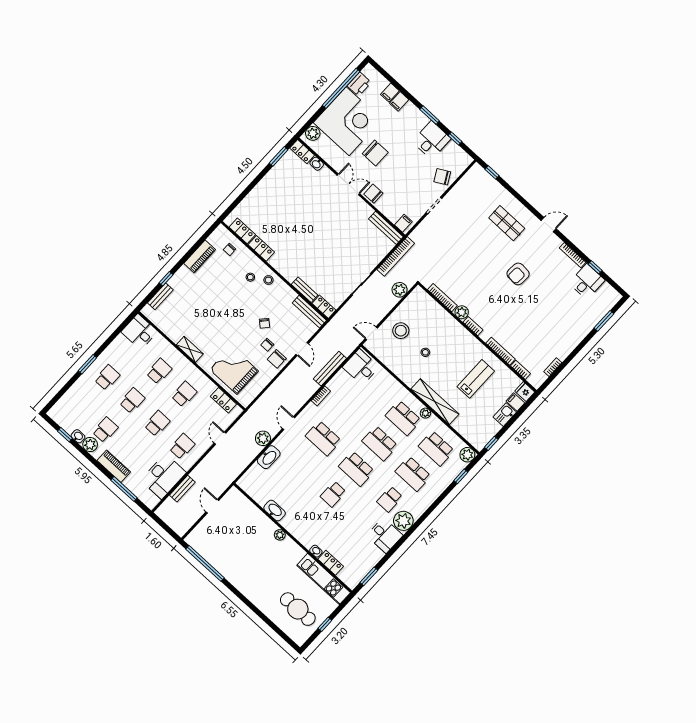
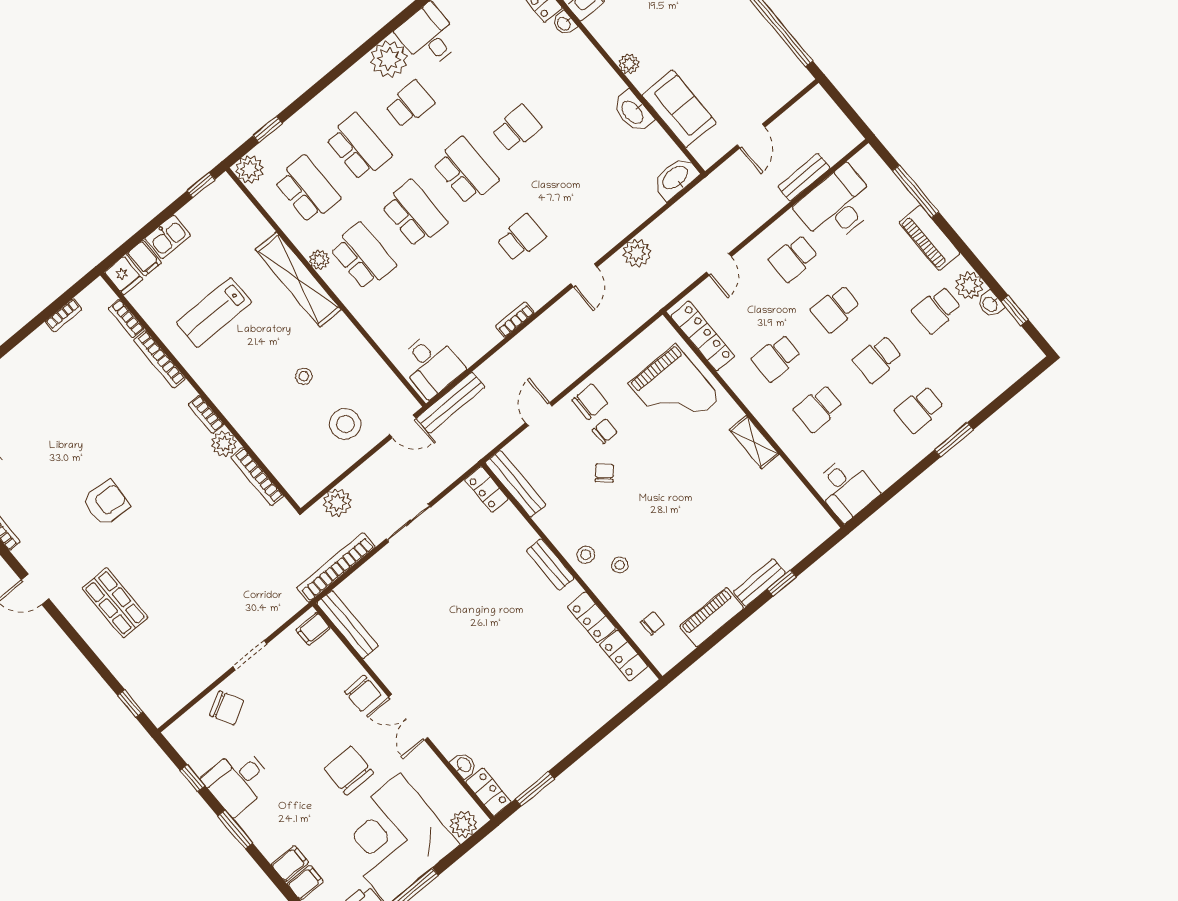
bench: (305, 290) -> (550, 564), moved
bench: (160, 296) -> (759, 583), moved
bench: (330, 369) -> (451, 403), moved
locker: (223, 400) -> (703, 336), width x1.53
school desk: (323, 438) -> (521, 238), width x0.54
washbasin: (269, 457) -> (676, 178), moved
sofa: (251, 515) -> (679, 109), added

